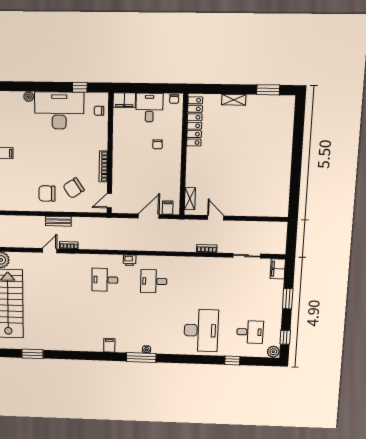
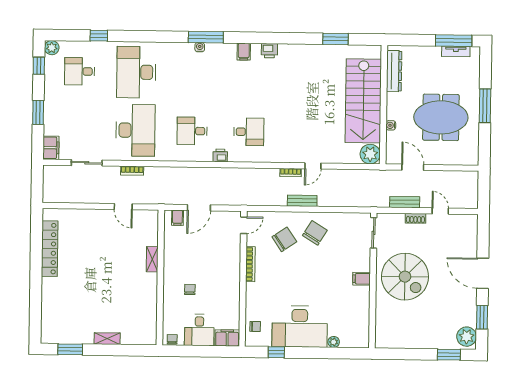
locker: (195, 121) -> (50, 249), moved, turned 180
chair: (47, 194) -> (315, 233), turned -58
shelving: (190, 199) -> (152, 259), moved
desk: (154, 281) -> (192, 131), turned 180
desk: (203, 283) -> (135, 130), added
printer: (88, 346) -> (269, 51), added

